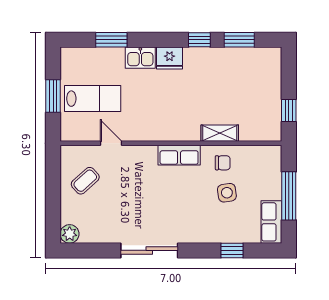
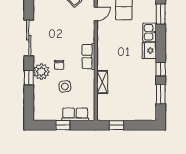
chair: (223, 163) -> (59, 65), moved
window: (289, 196) -> (63, 125), width x0.46
row of seats: (271, 222) -> (75, 114), moved
plant: (203, 230) -> (41, 72), added
window: (232, 250) -> (29, 78), moved

